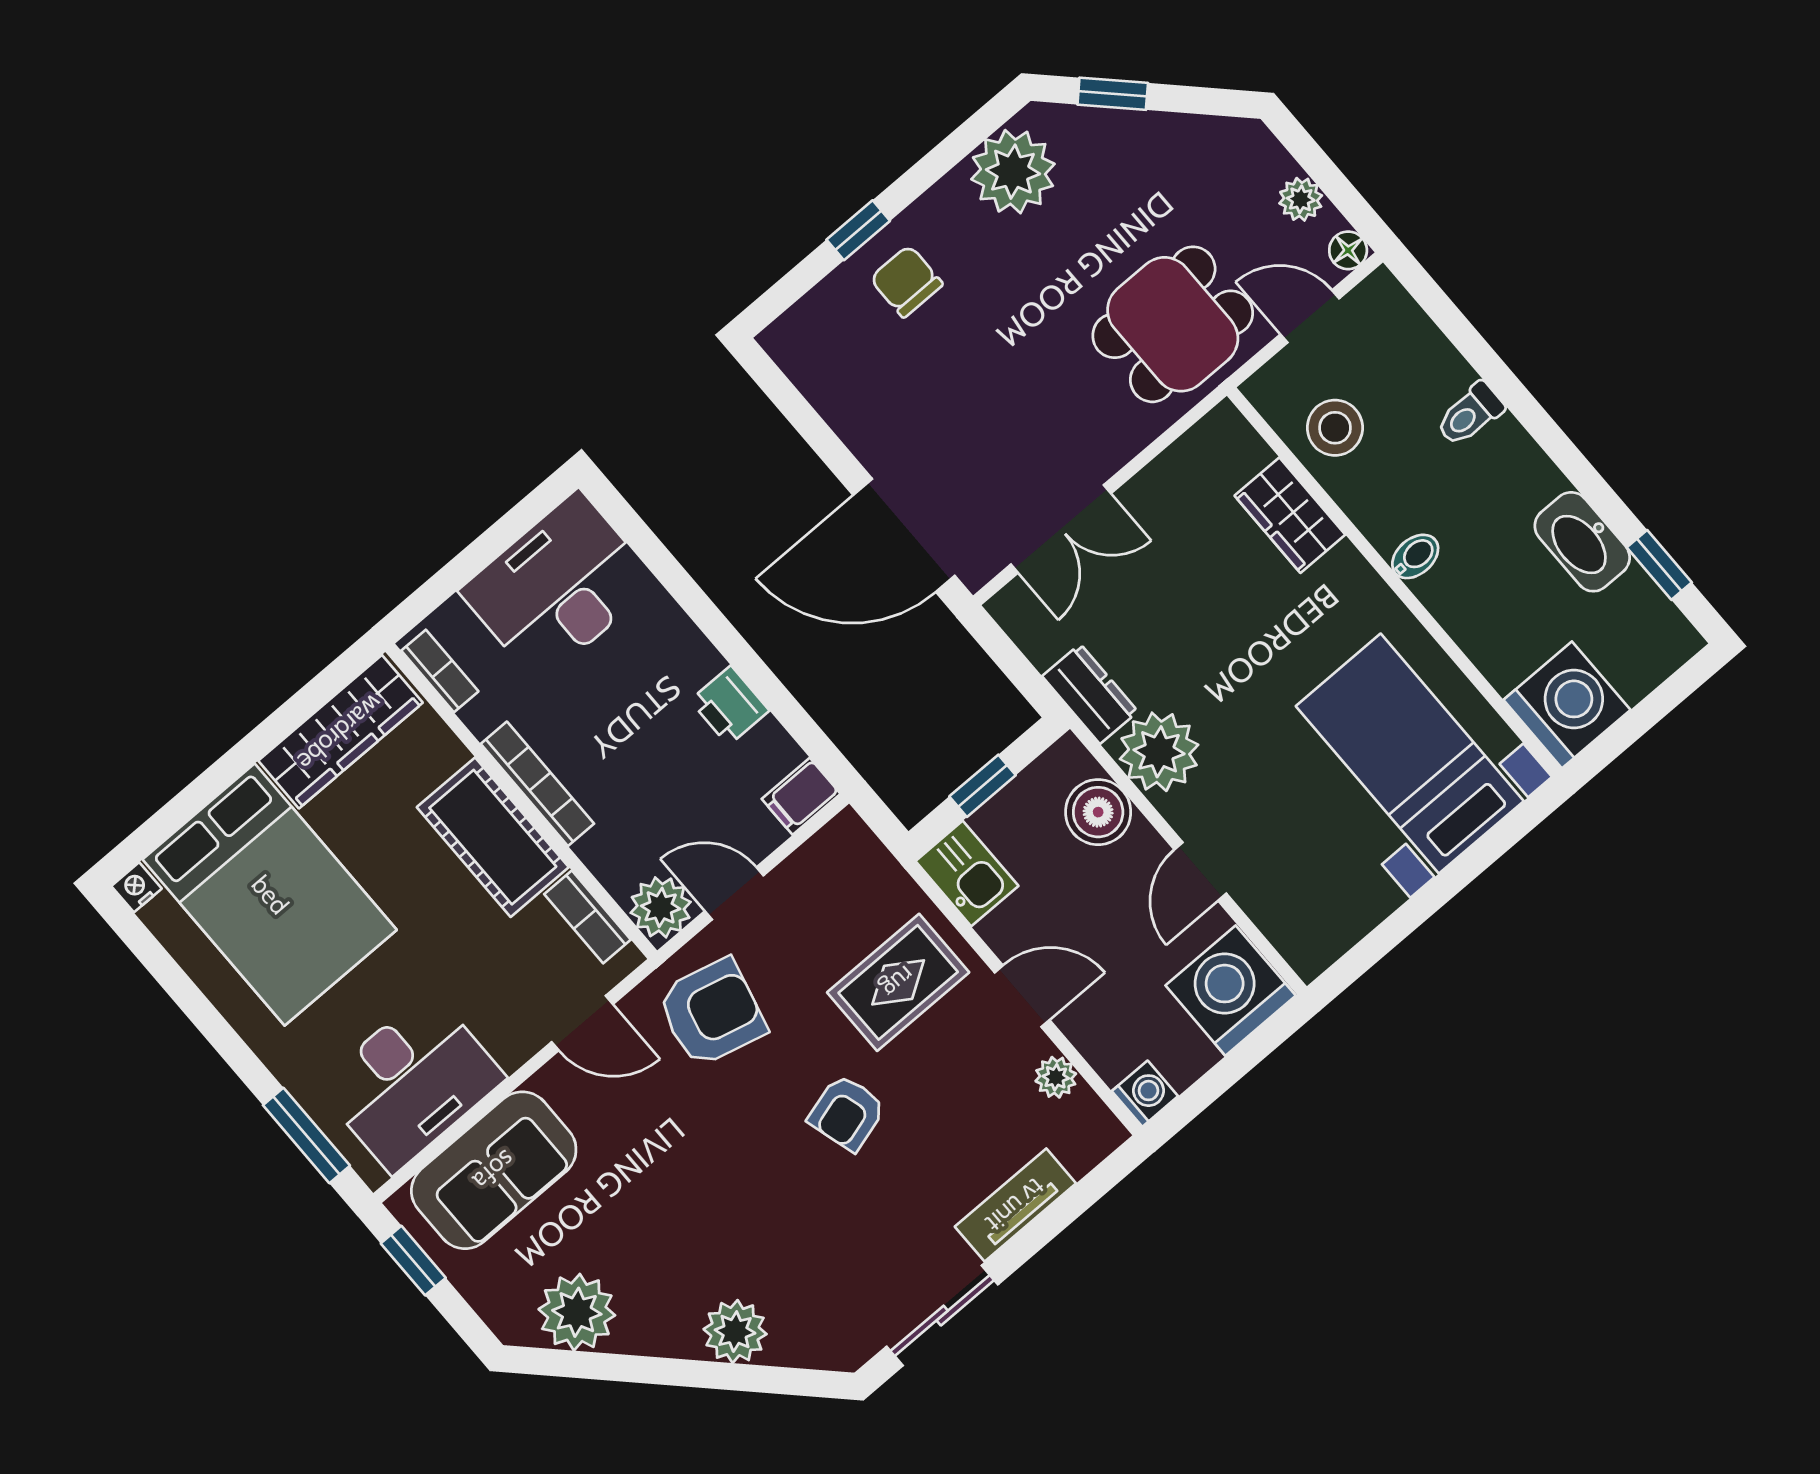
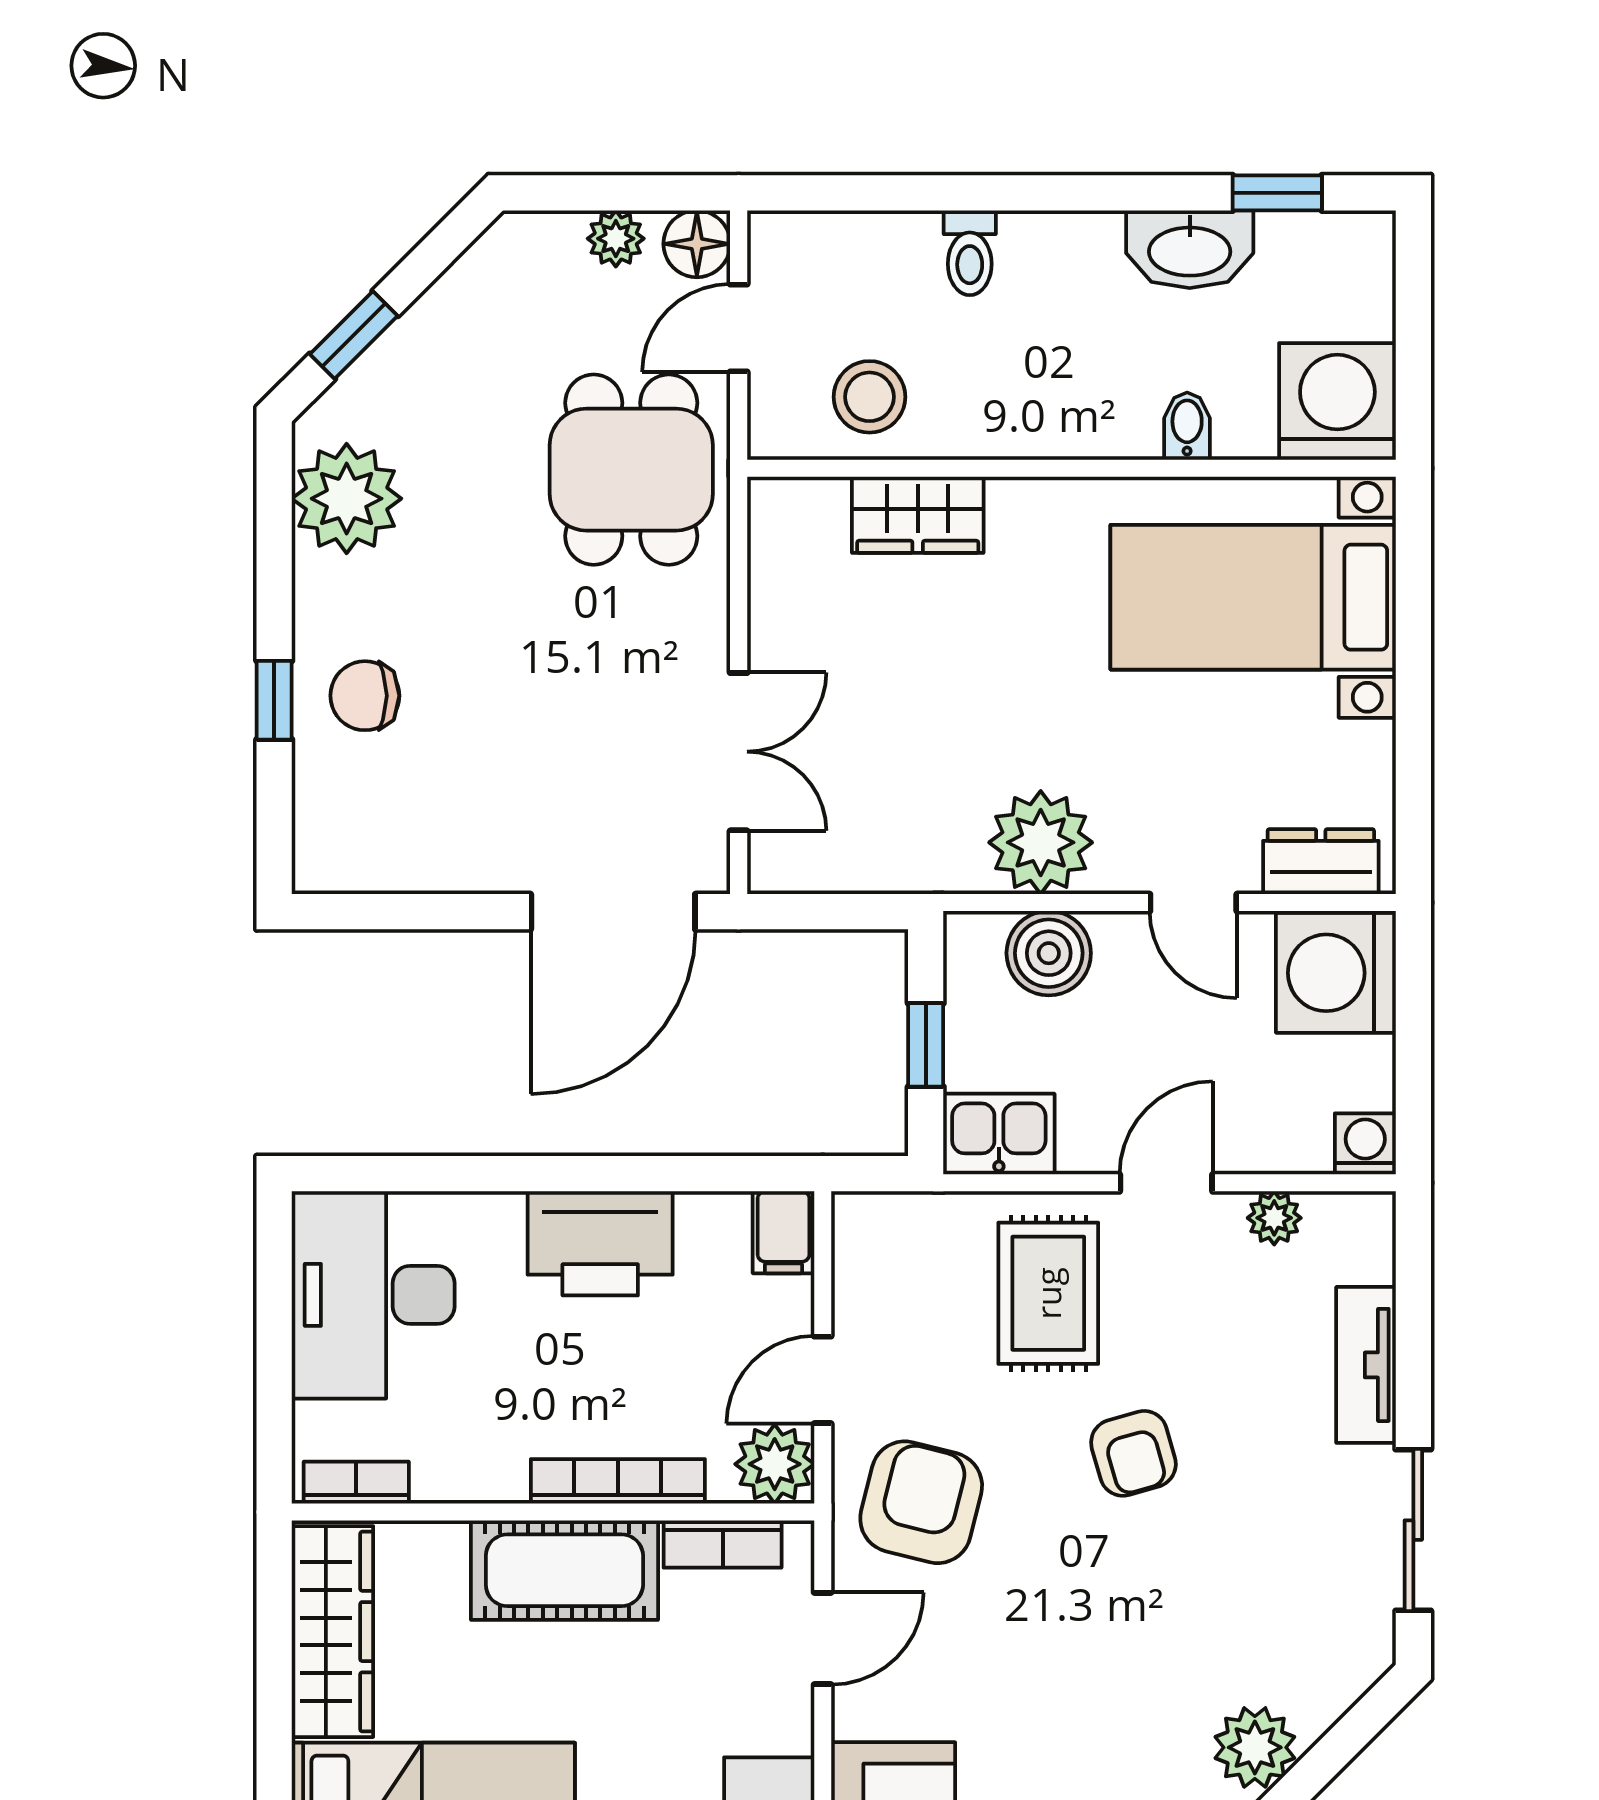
floor lamp: (1348, 250) -> (697, 244), width x1.37, depth x1.37
bidet: (1415, 556) -> (1187, 426), moved
dresser: (1090, 694) -> (1321, 862), moved
printer: (730, 706) -> (600, 1243), width x1.87, depth x1.48
bookcase: (537, 784) -> (618, 1481), moved

